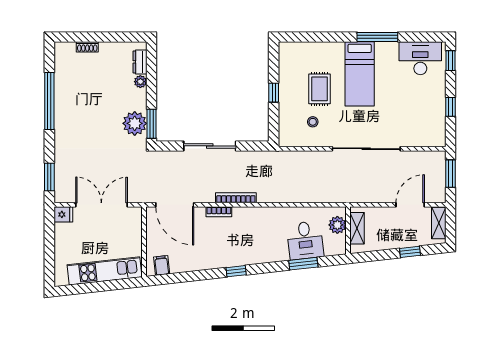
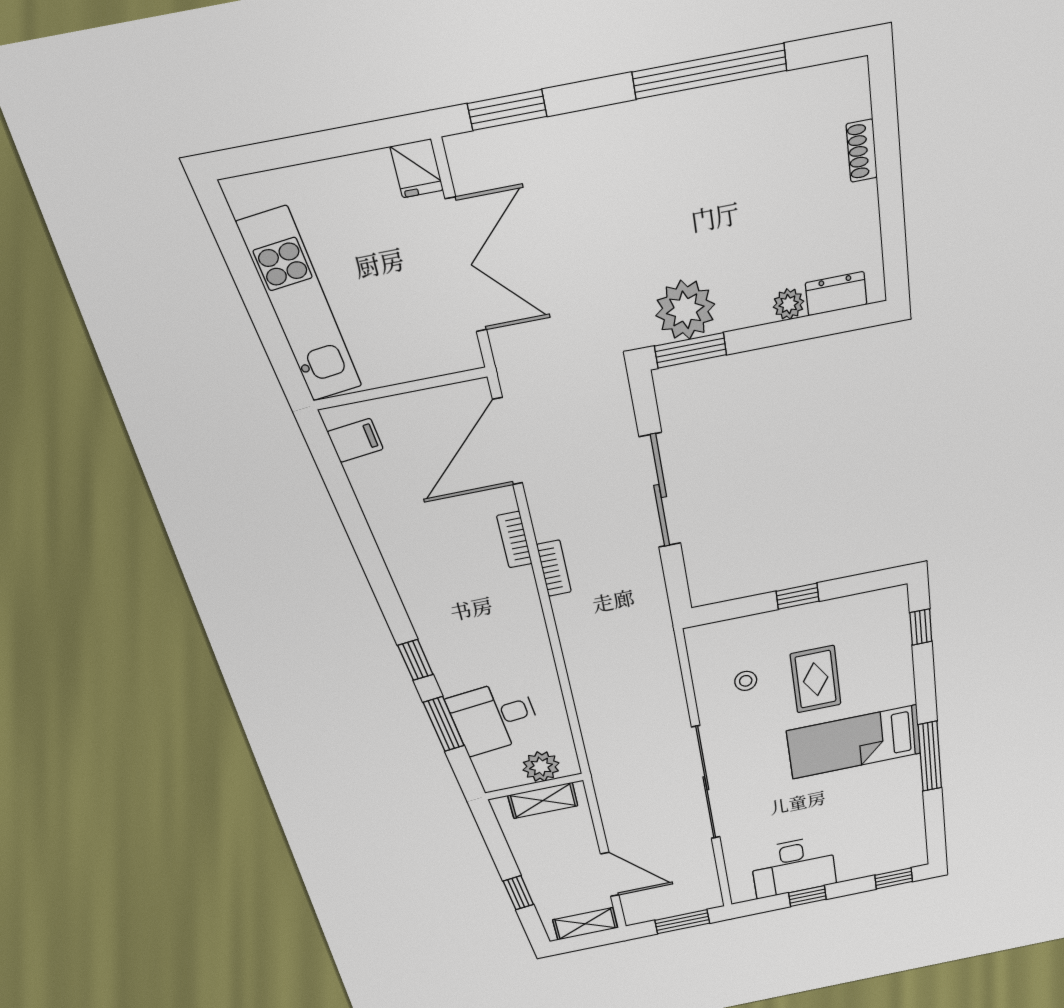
window: (303, 37) -> (921, 627), added
desk: (420, 58) -> (793, 867), moved, turned 90
rug: (320, 89) -> (816, 679), turned 90
bookcase: (236, 198) -> (554, 568), width x0.64
window: (236, 271) -> (415, 660), moved

